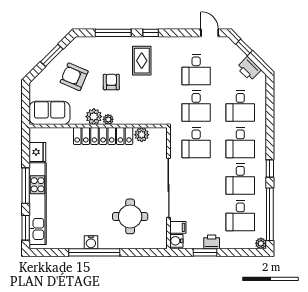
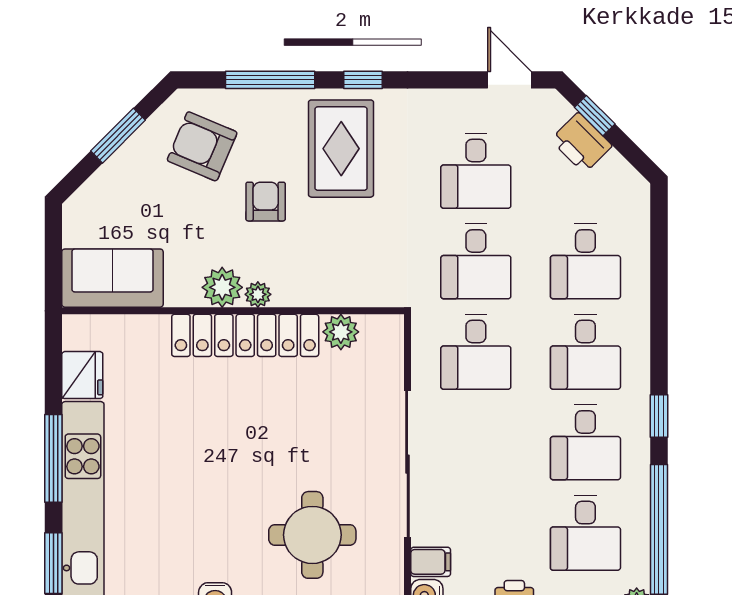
rug: (142, 61) -> (341, 149), width x1.36, depth x1.43
printer: (249, 69) -> (581, 143), moved
armchair: (74, 77) -> (202, 146), moved

